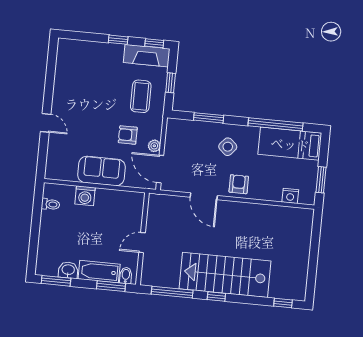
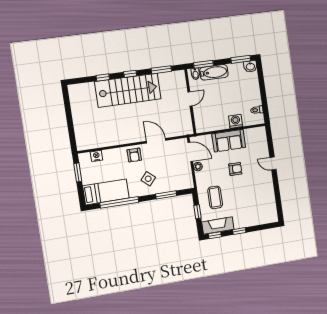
armchair: (128, 135) -> (235, 169), moved
washbasin: (68, 270) -> (250, 66), moved
window: (172, 292) -> (161, 70), width x0.69
window: (283, 303) -> (103, 77), moved

